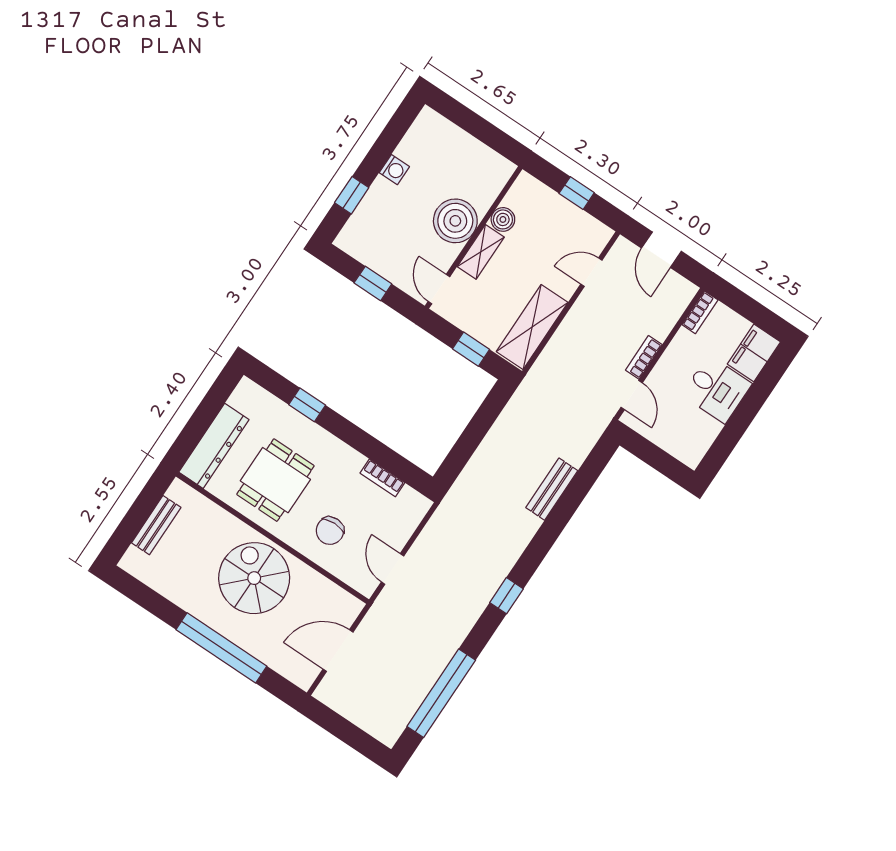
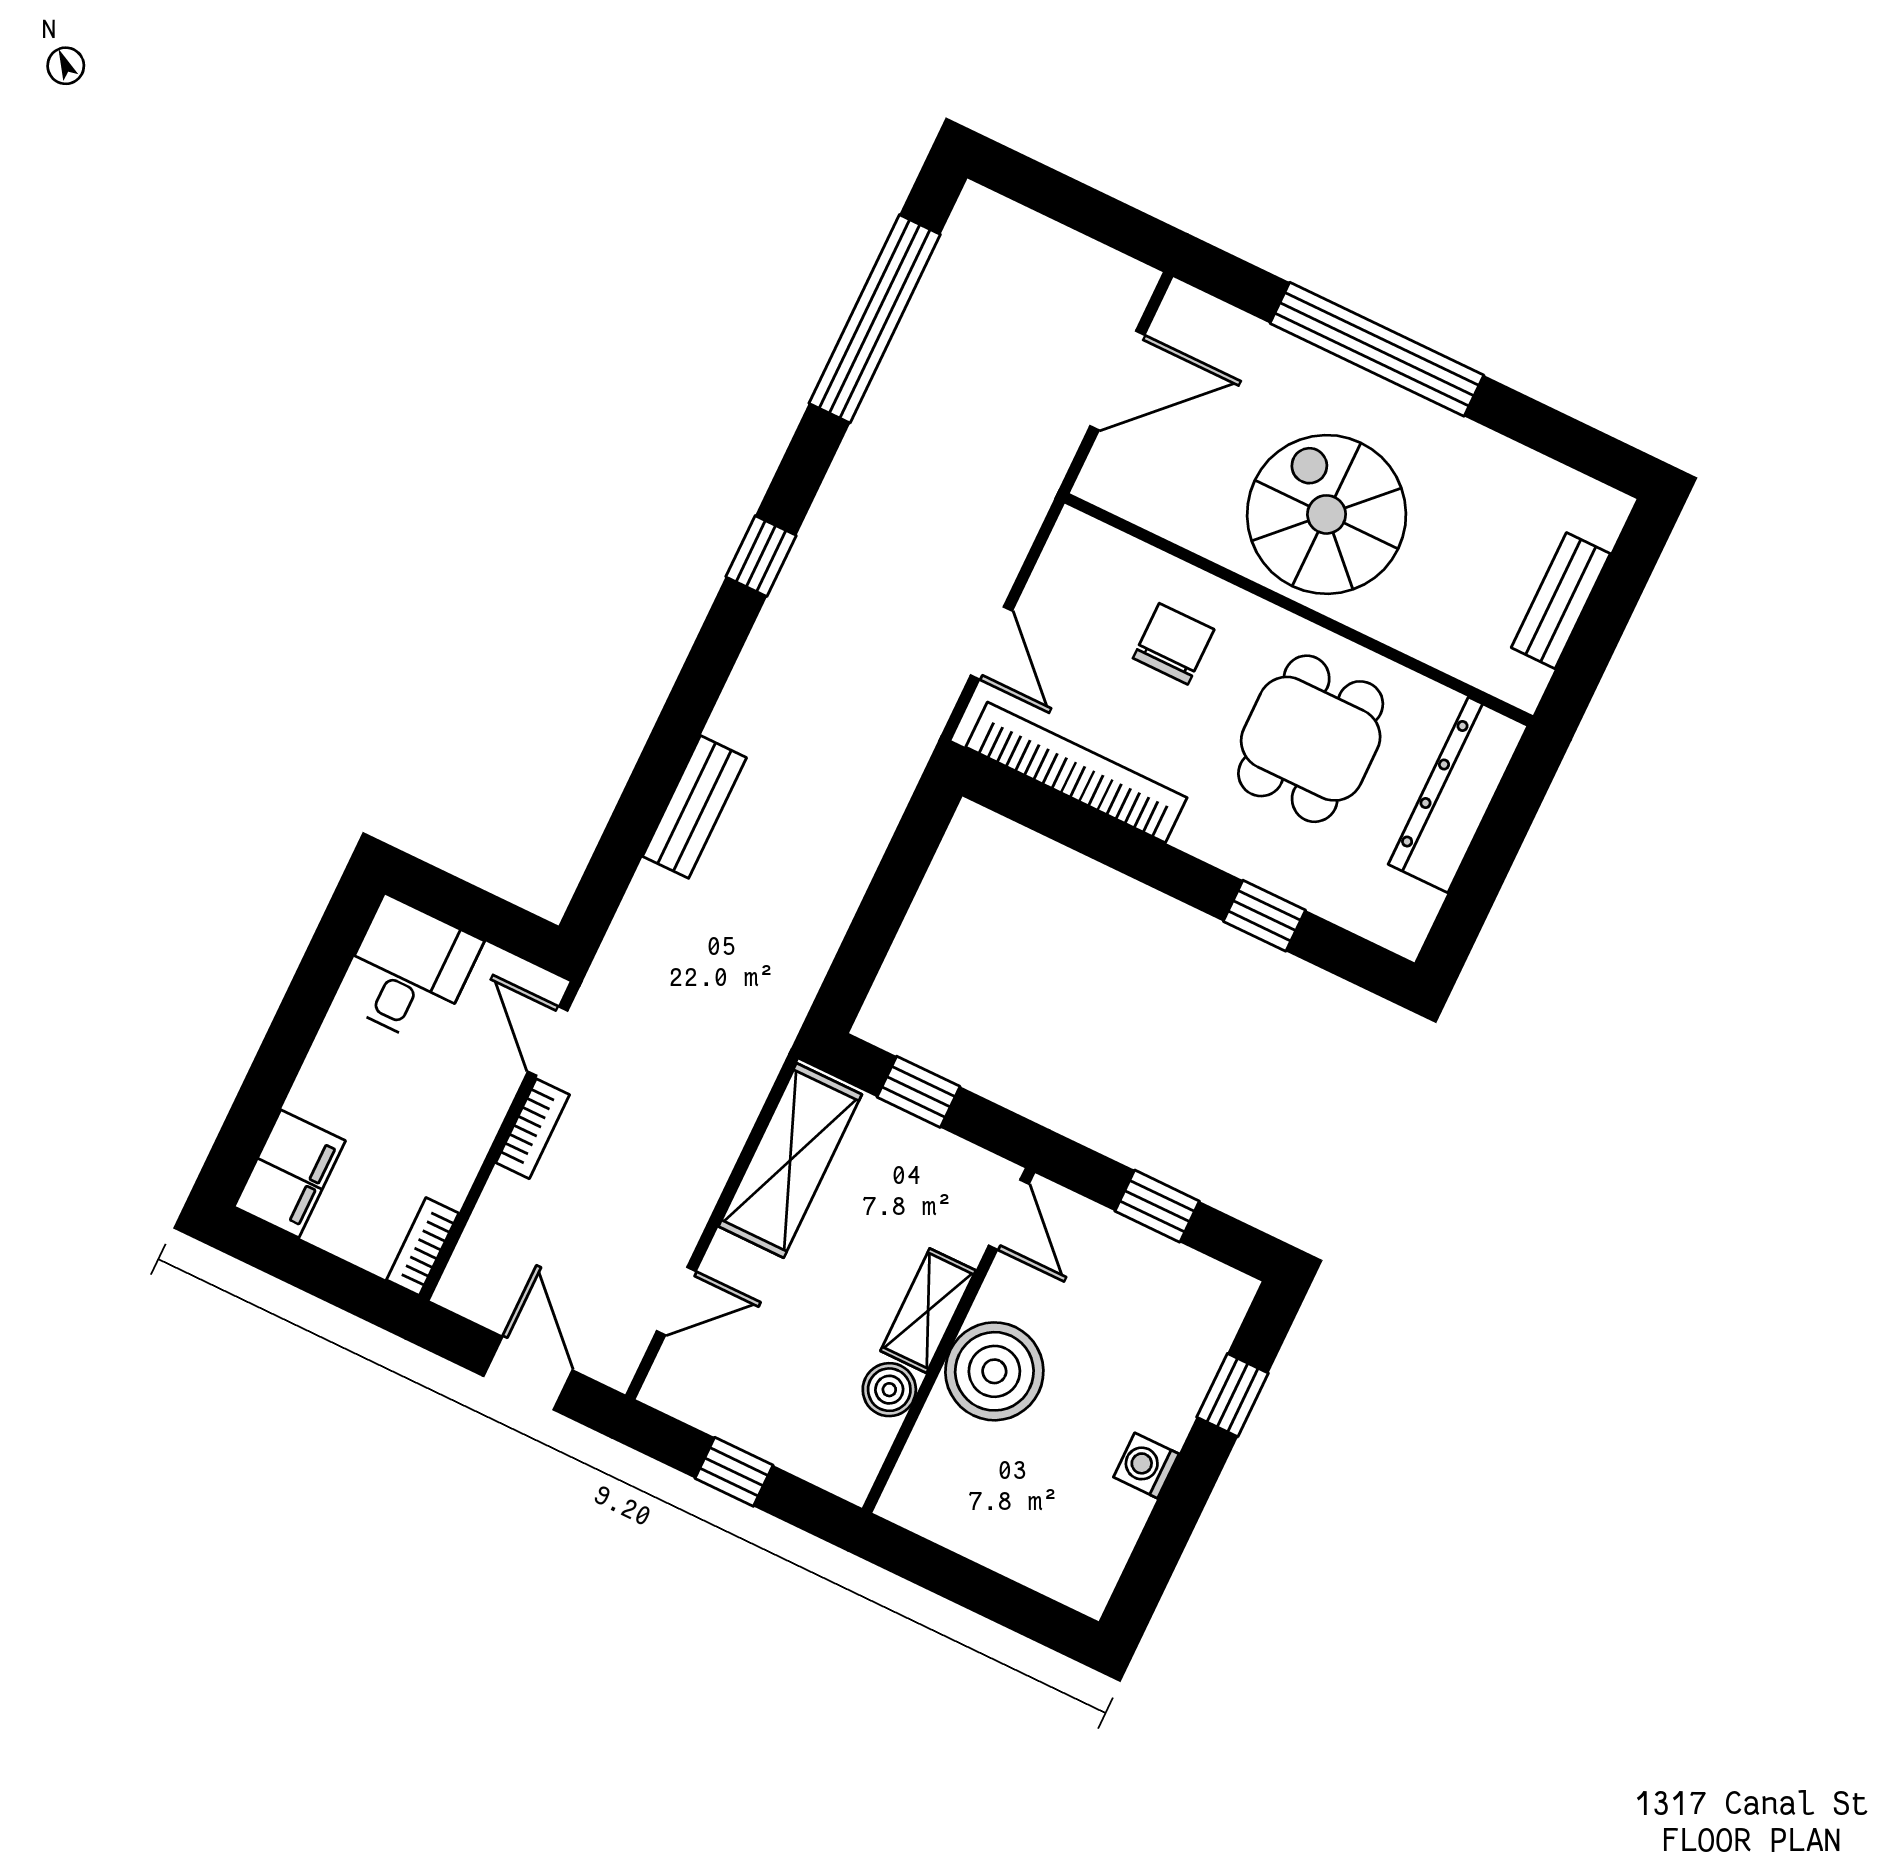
desk: (717, 389) -> (409, 971), moved, turned 90
bookcase: (382, 478) -> (1076, 772), width x2.31, depth x1.31
door: (393, 569) -> (992, 643), moved
spiral stairs: (254, 578) -> (1327, 514), turned 180

